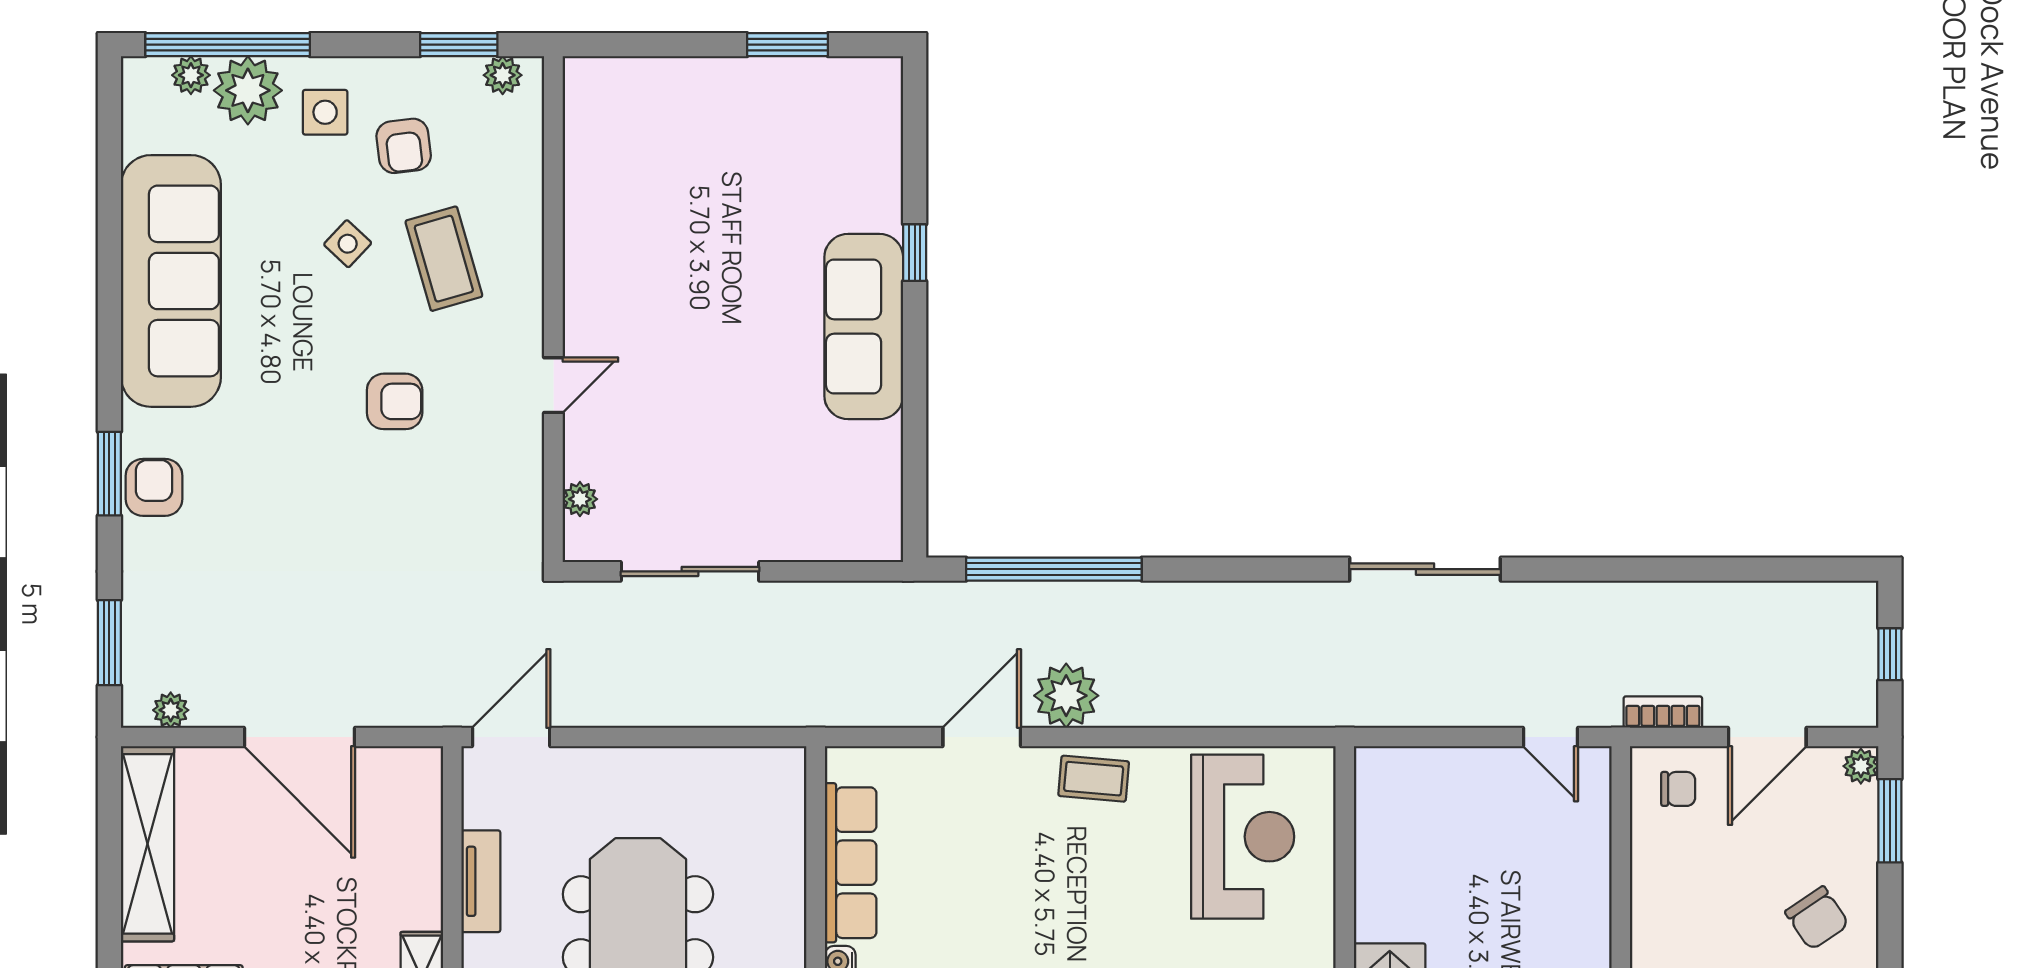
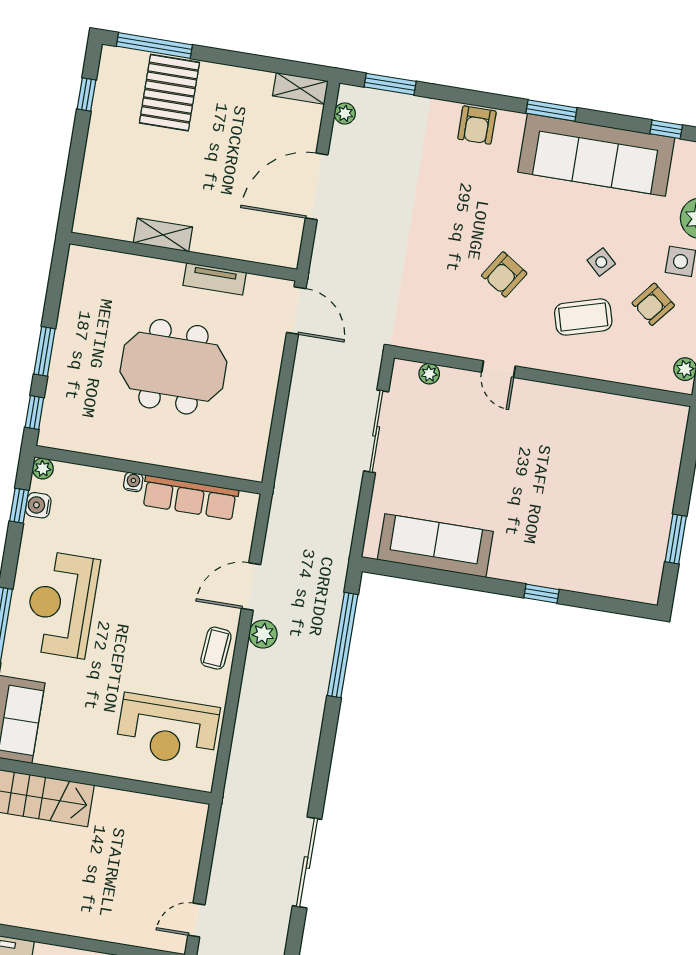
armchair: (404, 146) -> (653, 304), turned -44
window: (109, 172) -> (666, 129), added
sofa: (864, 326) -> (435, 546), moved
armchair: (395, 401) -> (504, 274), turned 33
window: (109, 474) -> (551, 110), moved
armchair: (154, 487) -> (477, 125), turned 90
plant: (1066, 696) -> (263, 634), width x0.73, depth x0.73
door: (982, 737) -> (251, 586), swing flipped
shelving: (148, 844) -> (300, 88), width x0.45, depth x0.75

